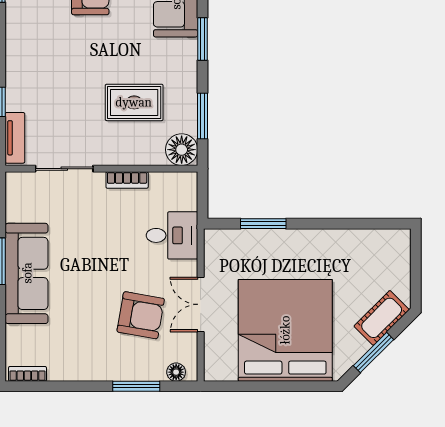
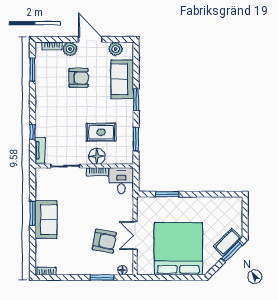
floor lamp: (182, 150) -> (97, 156), moved
desk: (172, 235) -> (121, 181), moved, turned -90
sofa: (27, 273) -> (46, 220), width x0.73
window: (374, 353) -> (232, 252), moved

